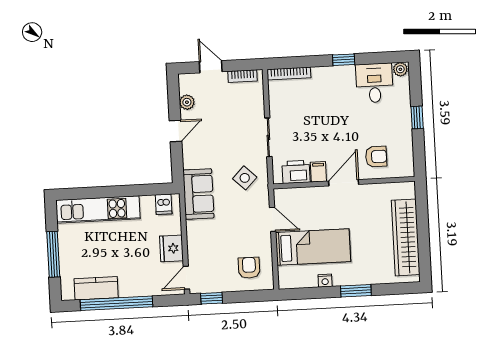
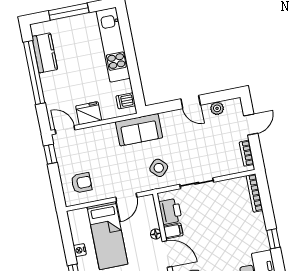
floor lamp: (319, 192) -> (156, 234), added

